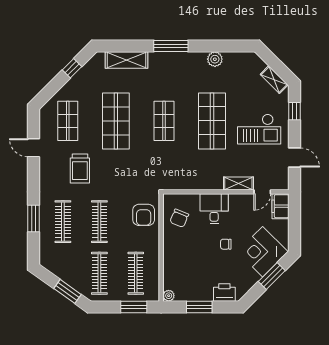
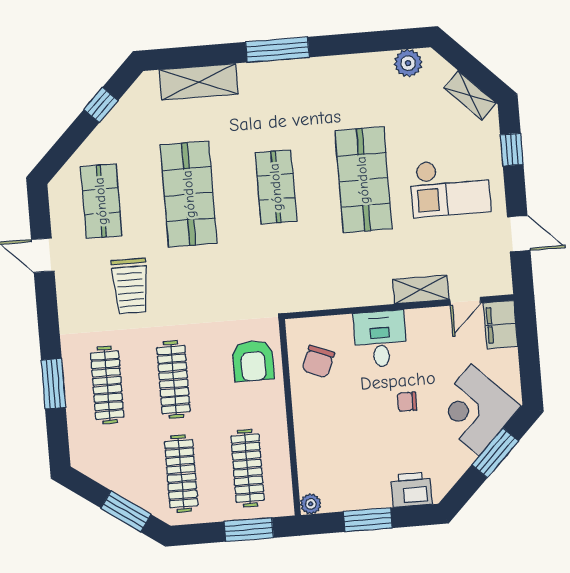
plant: (215, 59) -> (408, 63), moved

